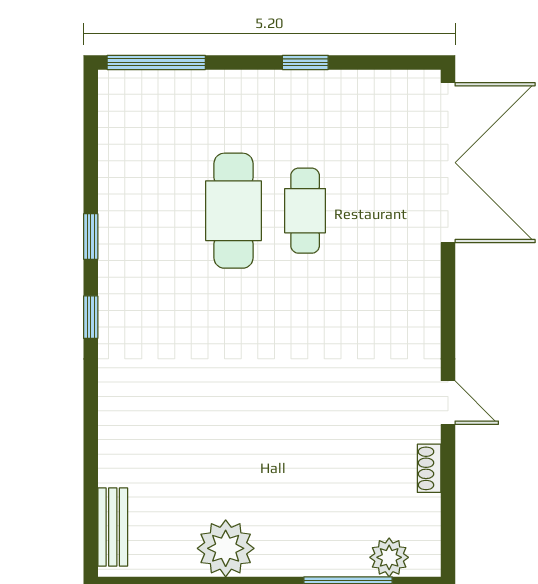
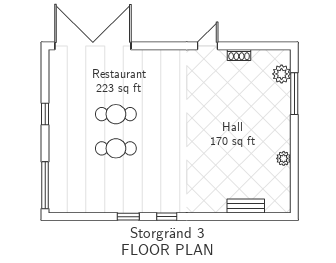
cafe table: (234, 211) -> (116, 148), width x0.73, depth x0.74
bench: (113, 527) -> (246, 206), moved
plant: (226, 548) -> (284, 158), width x0.53, depth x0.53

